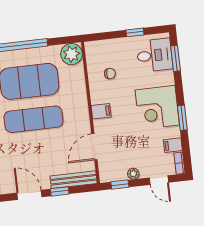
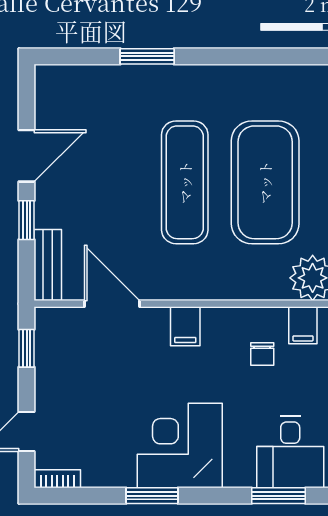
filing cabinet: (173, 145) -> (303, 325), moved, turned 180
plant: (133, 174) -> (46, 379), removed
bench: (74, 180) -> (48, 265), width x0.73

